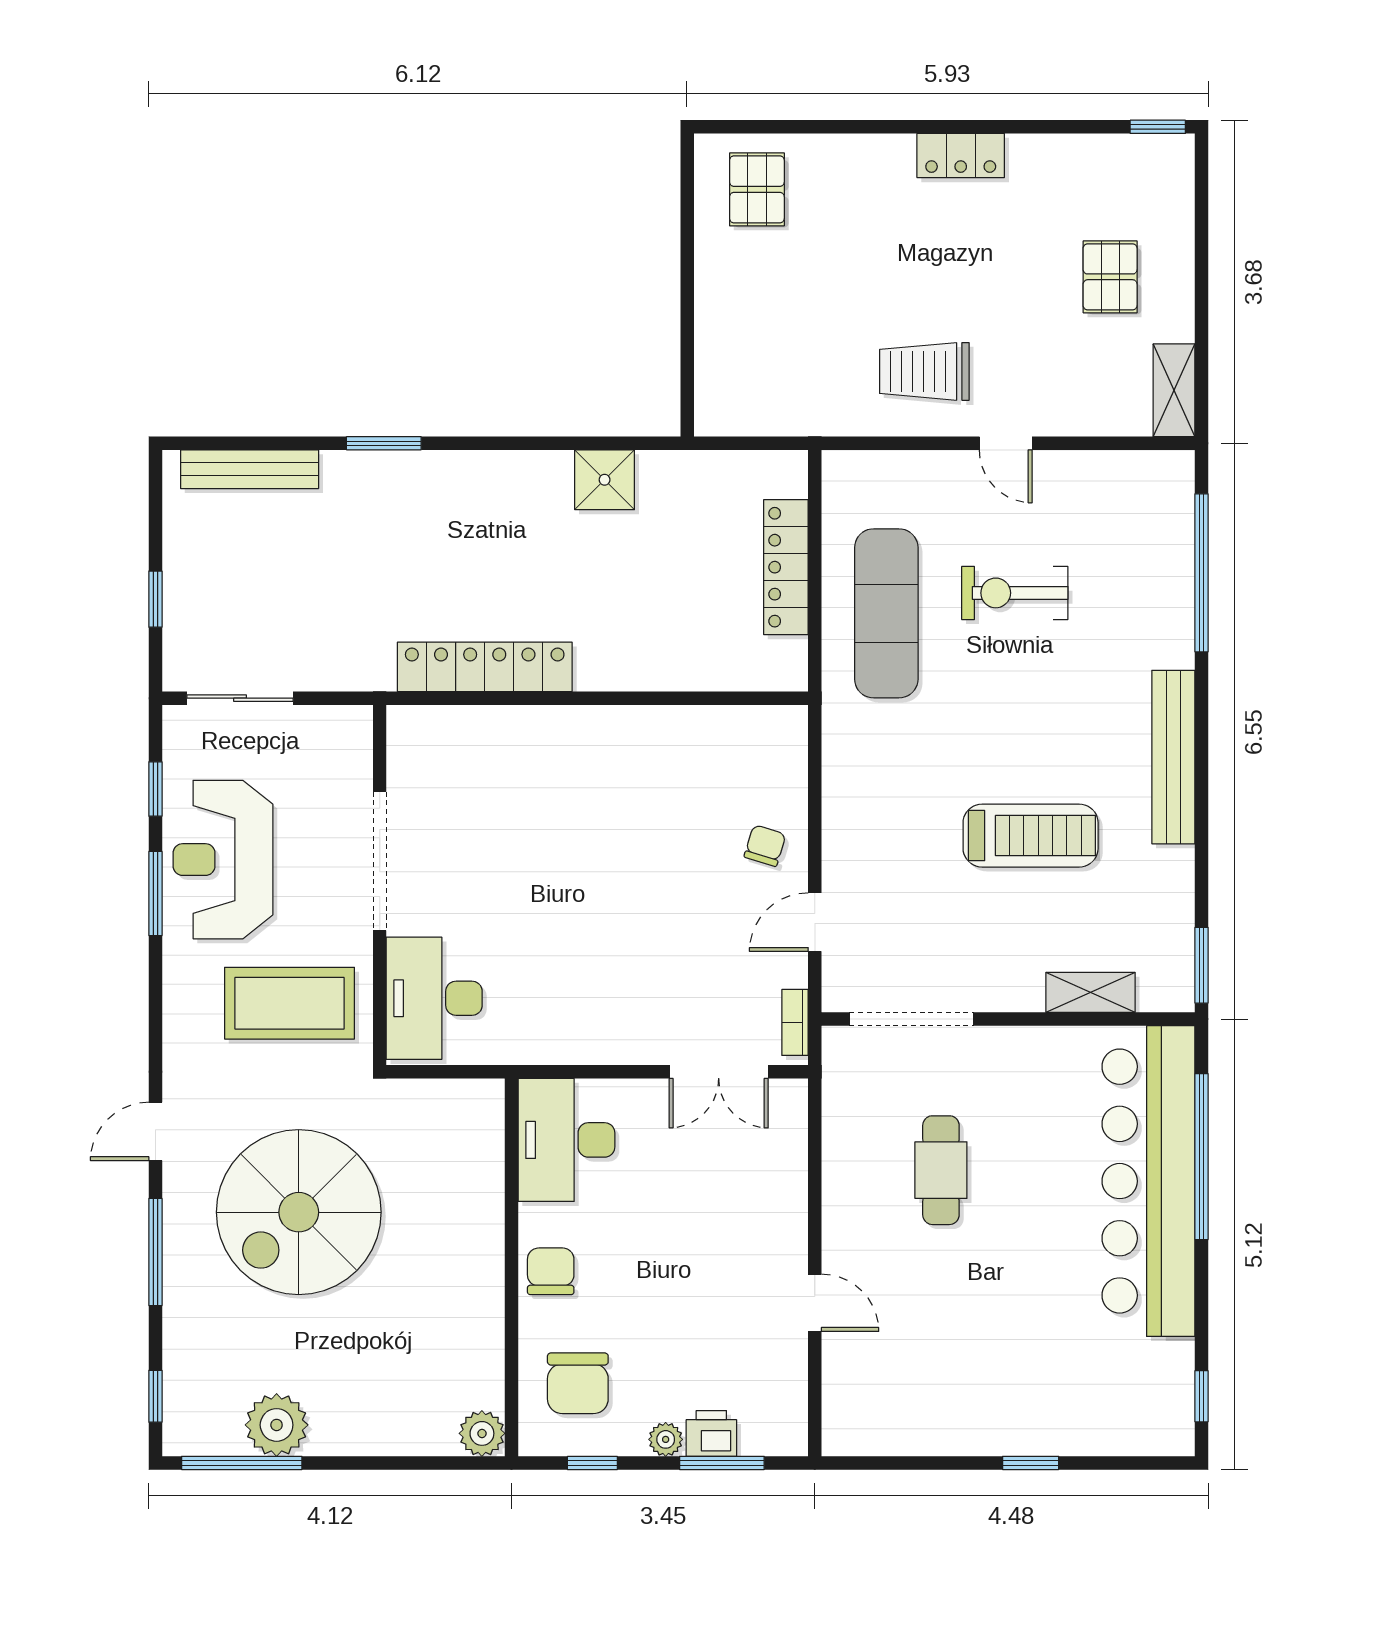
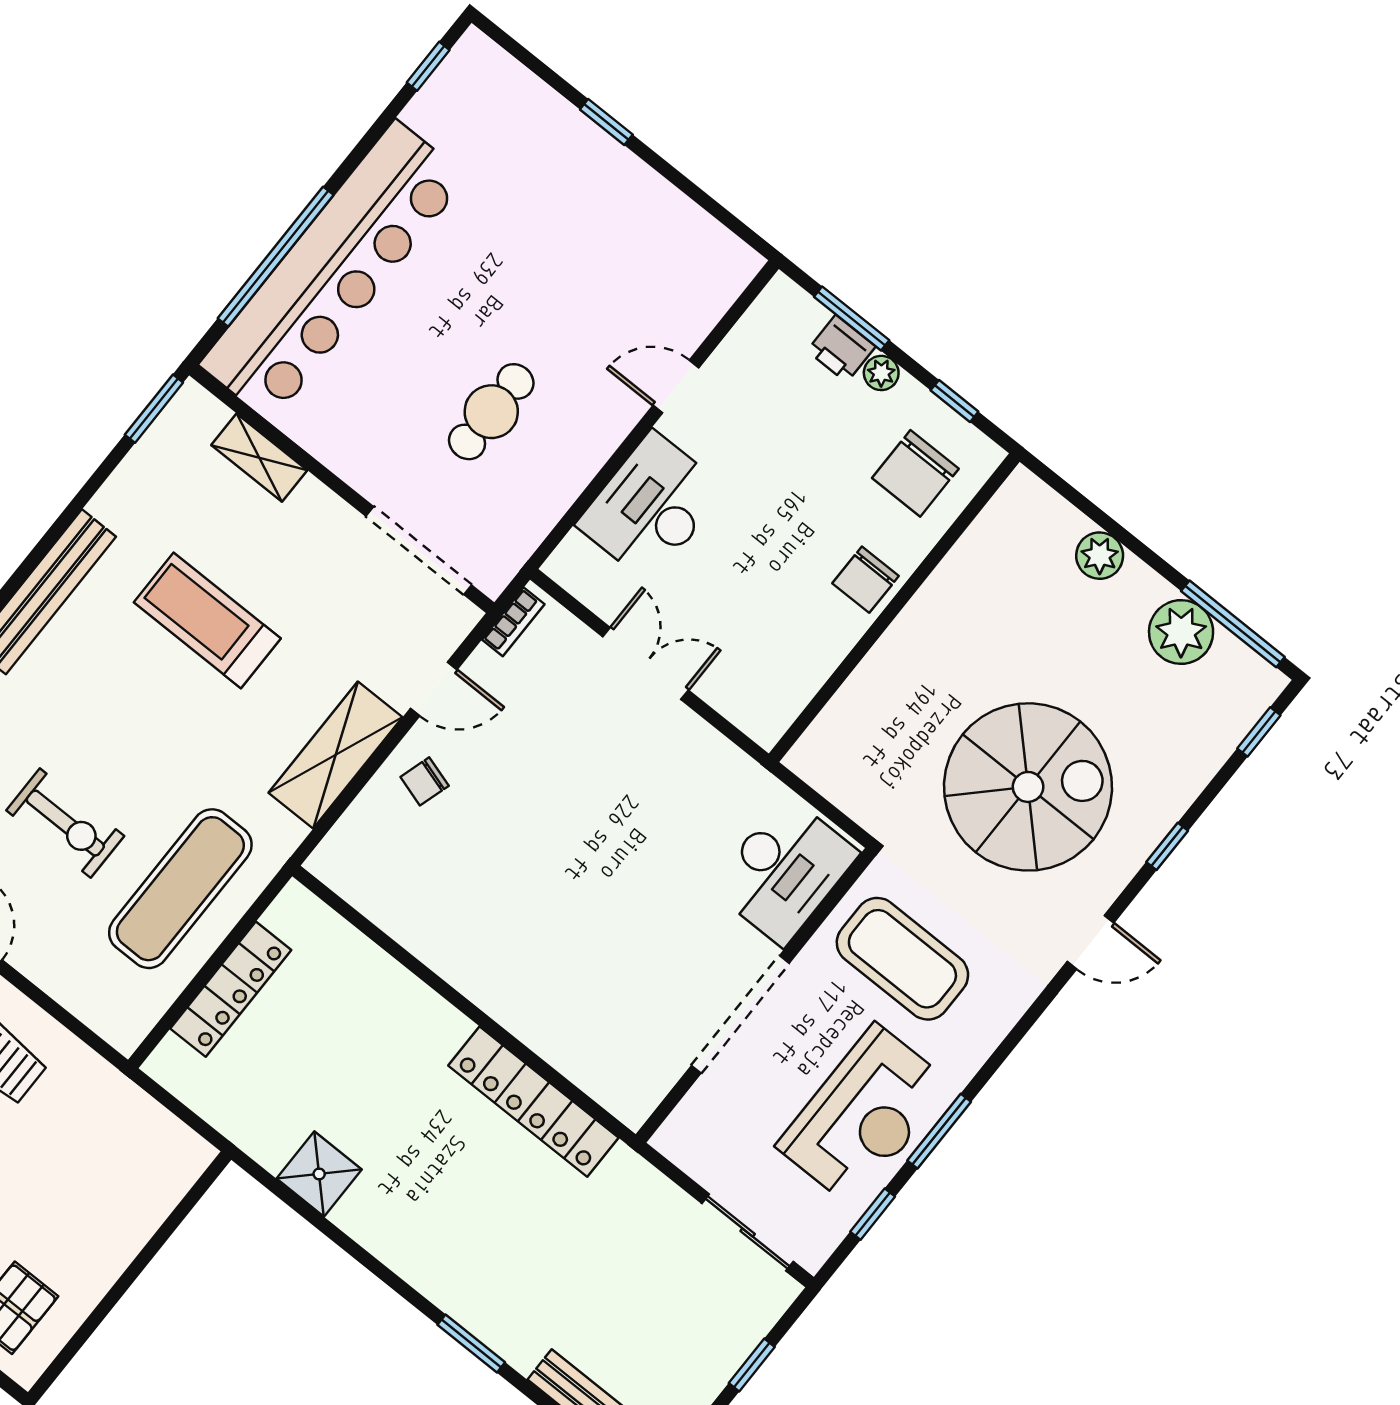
shelving: (849, 811) -> (335, 755), added
double door: (719, 1072) -> (646, 663), moved
desk: (566, 1140) -> (651, 507), moved, turned 180
window: (155, 1252) -> (1167, 846), width x0.46
door: (815, 1303) -> (676, 387), hinge flipped
chair: (578, 1383) -> (915, 473), turned 180
plant: (482, 1433) -> (1100, 556), moved

